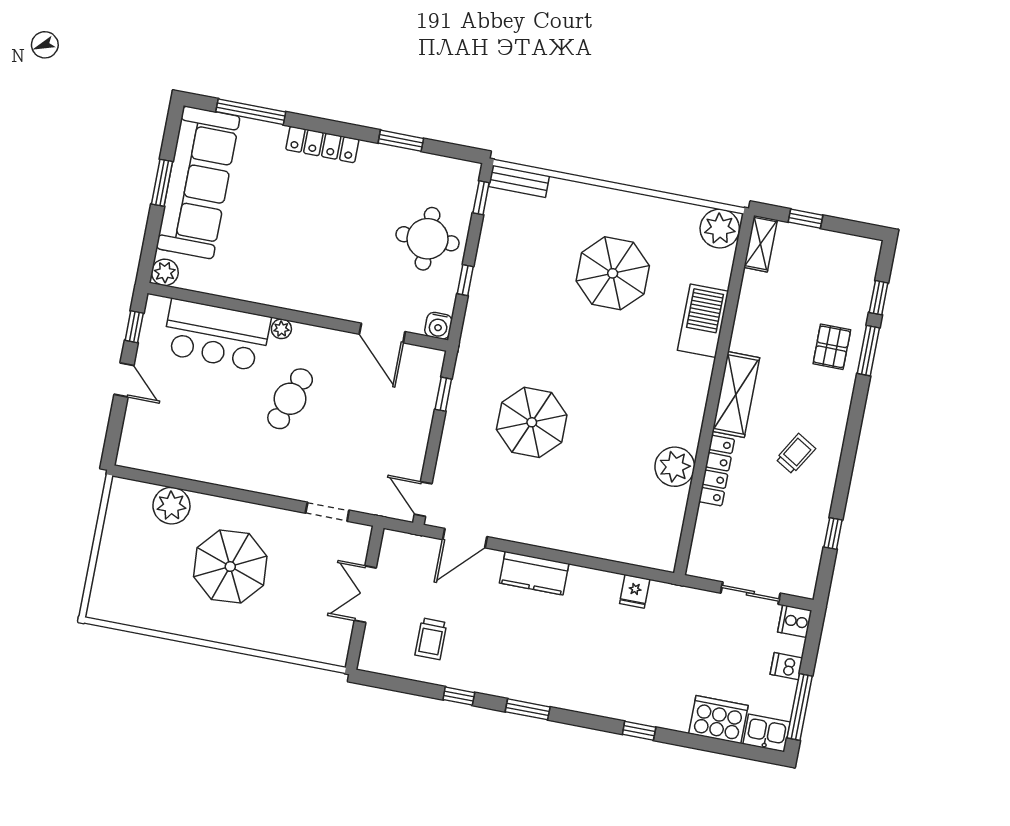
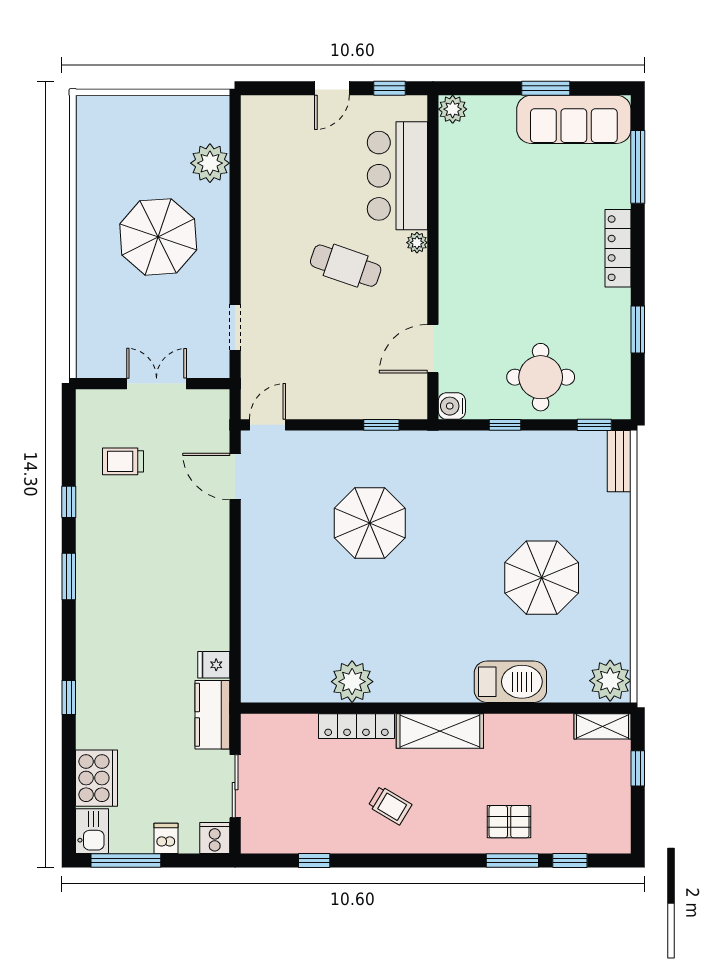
sofa: (198, 182) -> (574, 119), width x0.74, depth x0.79
kitchen counter: (534, 573) -> (212, 715), moved

